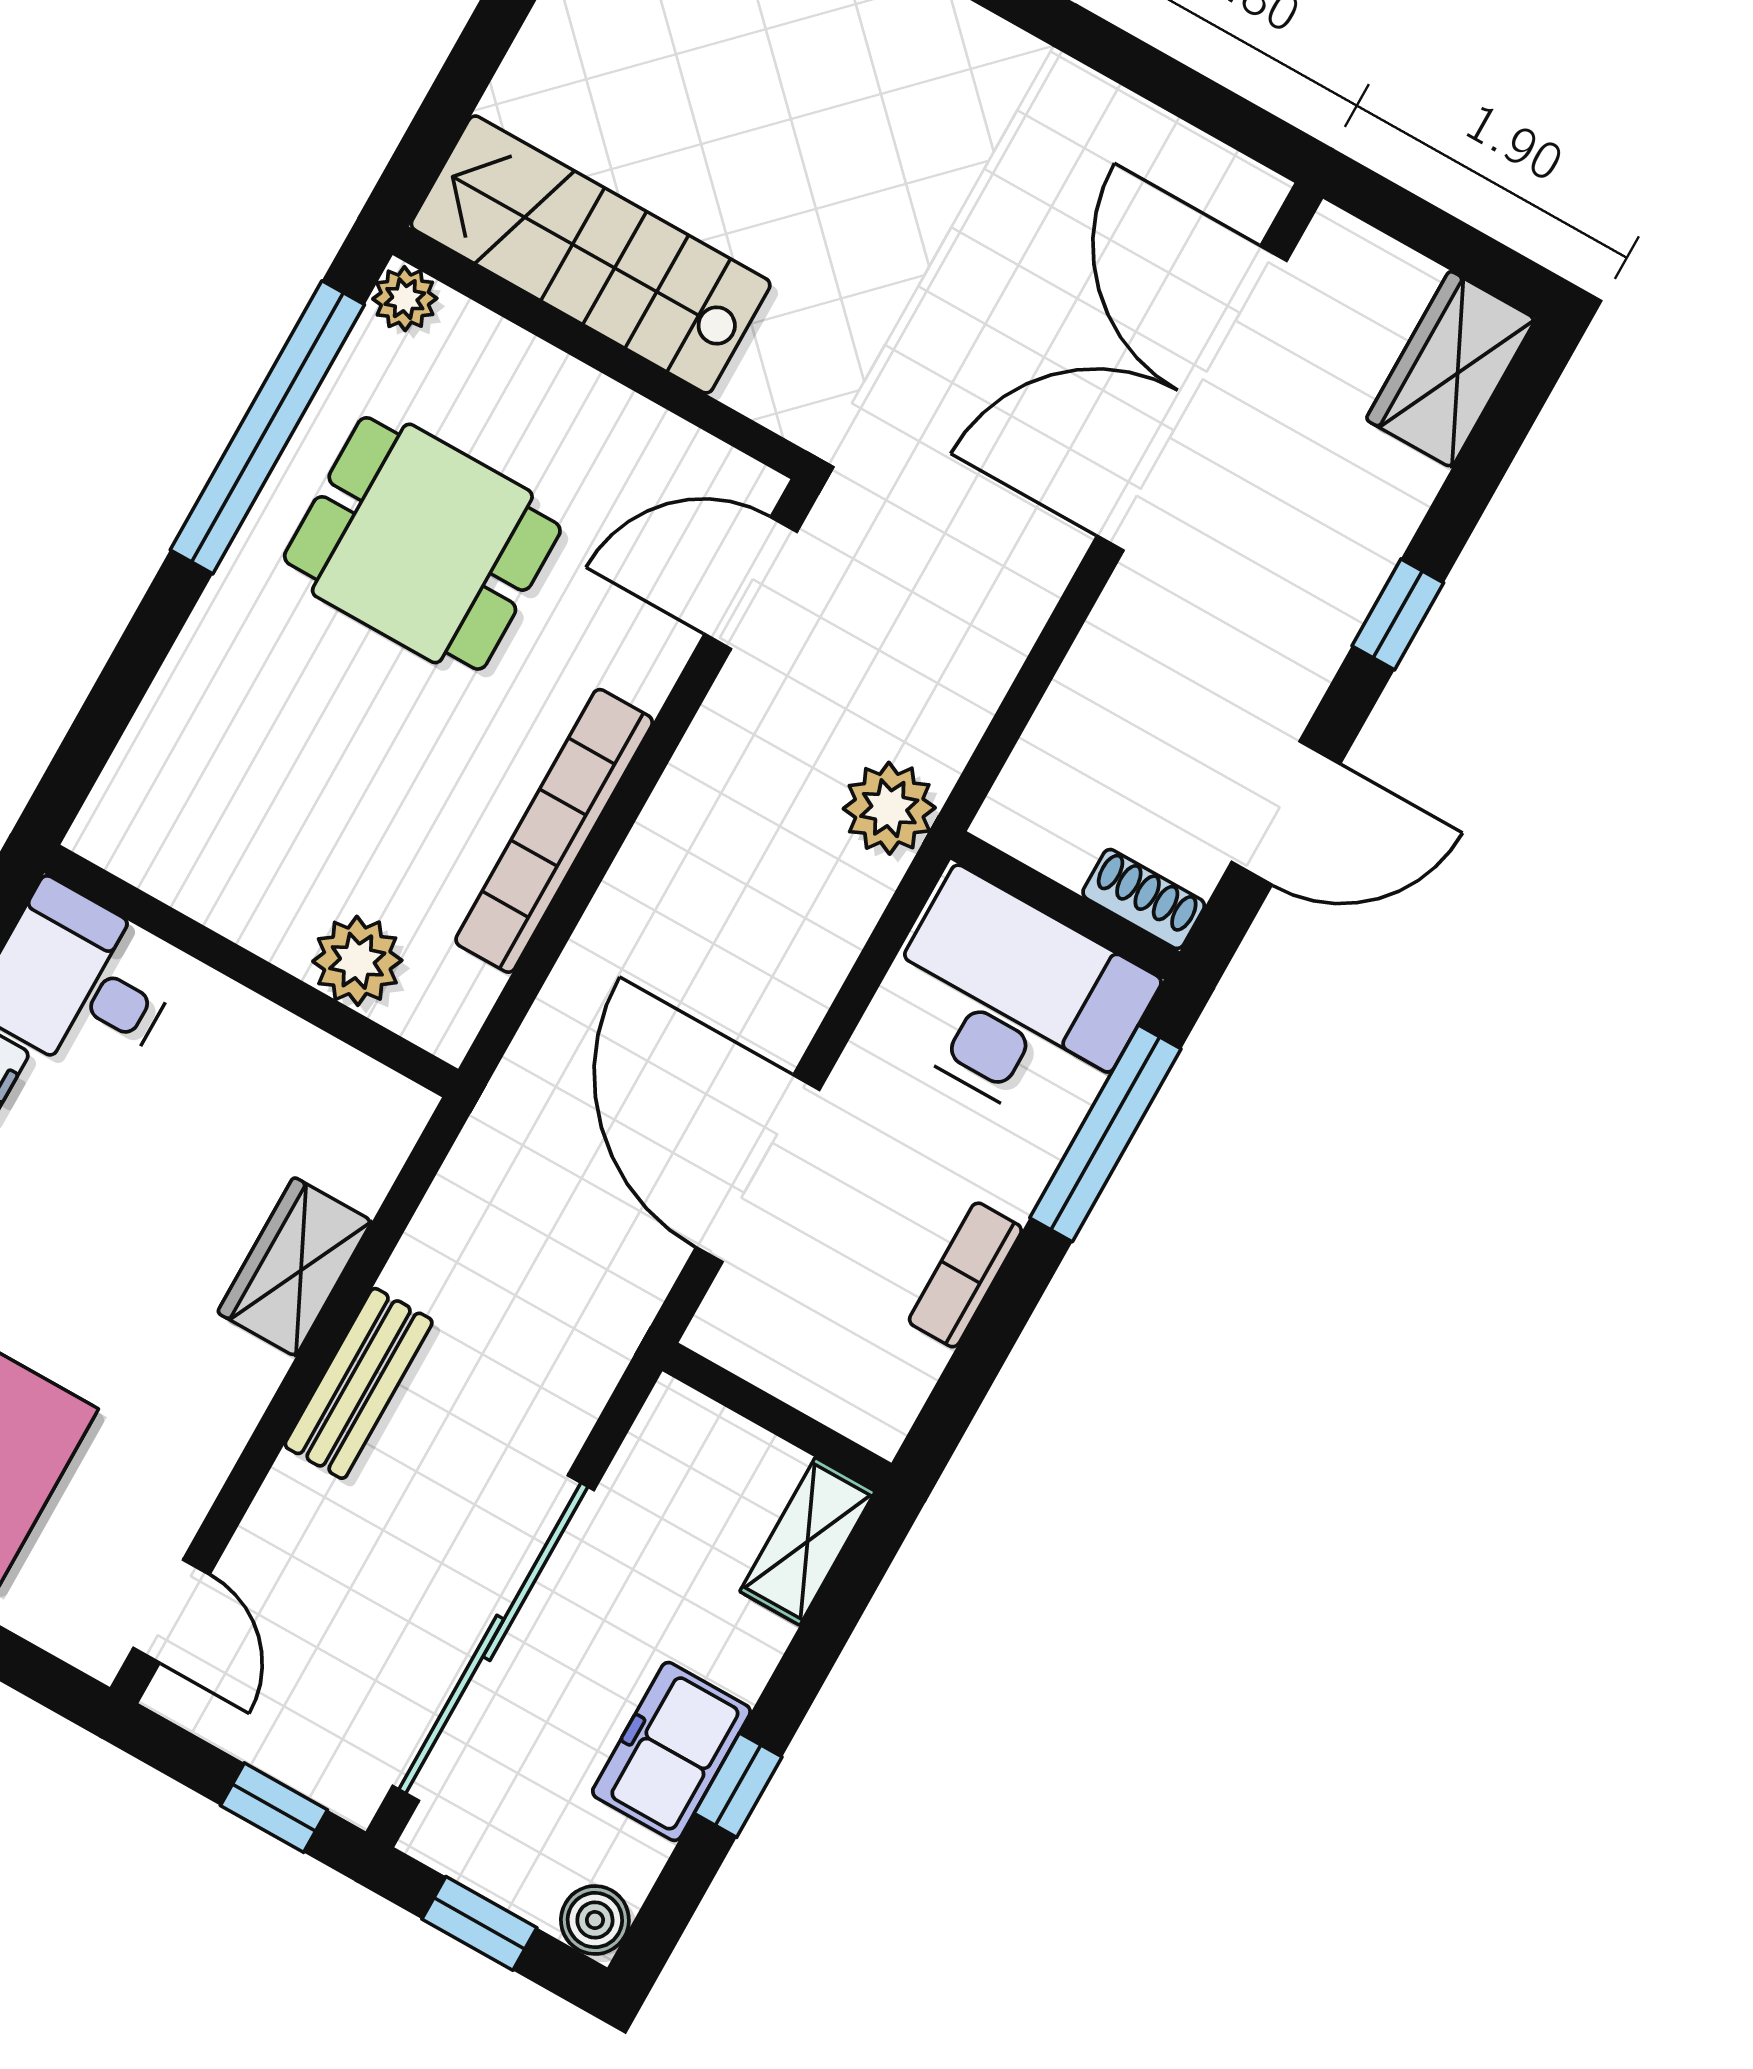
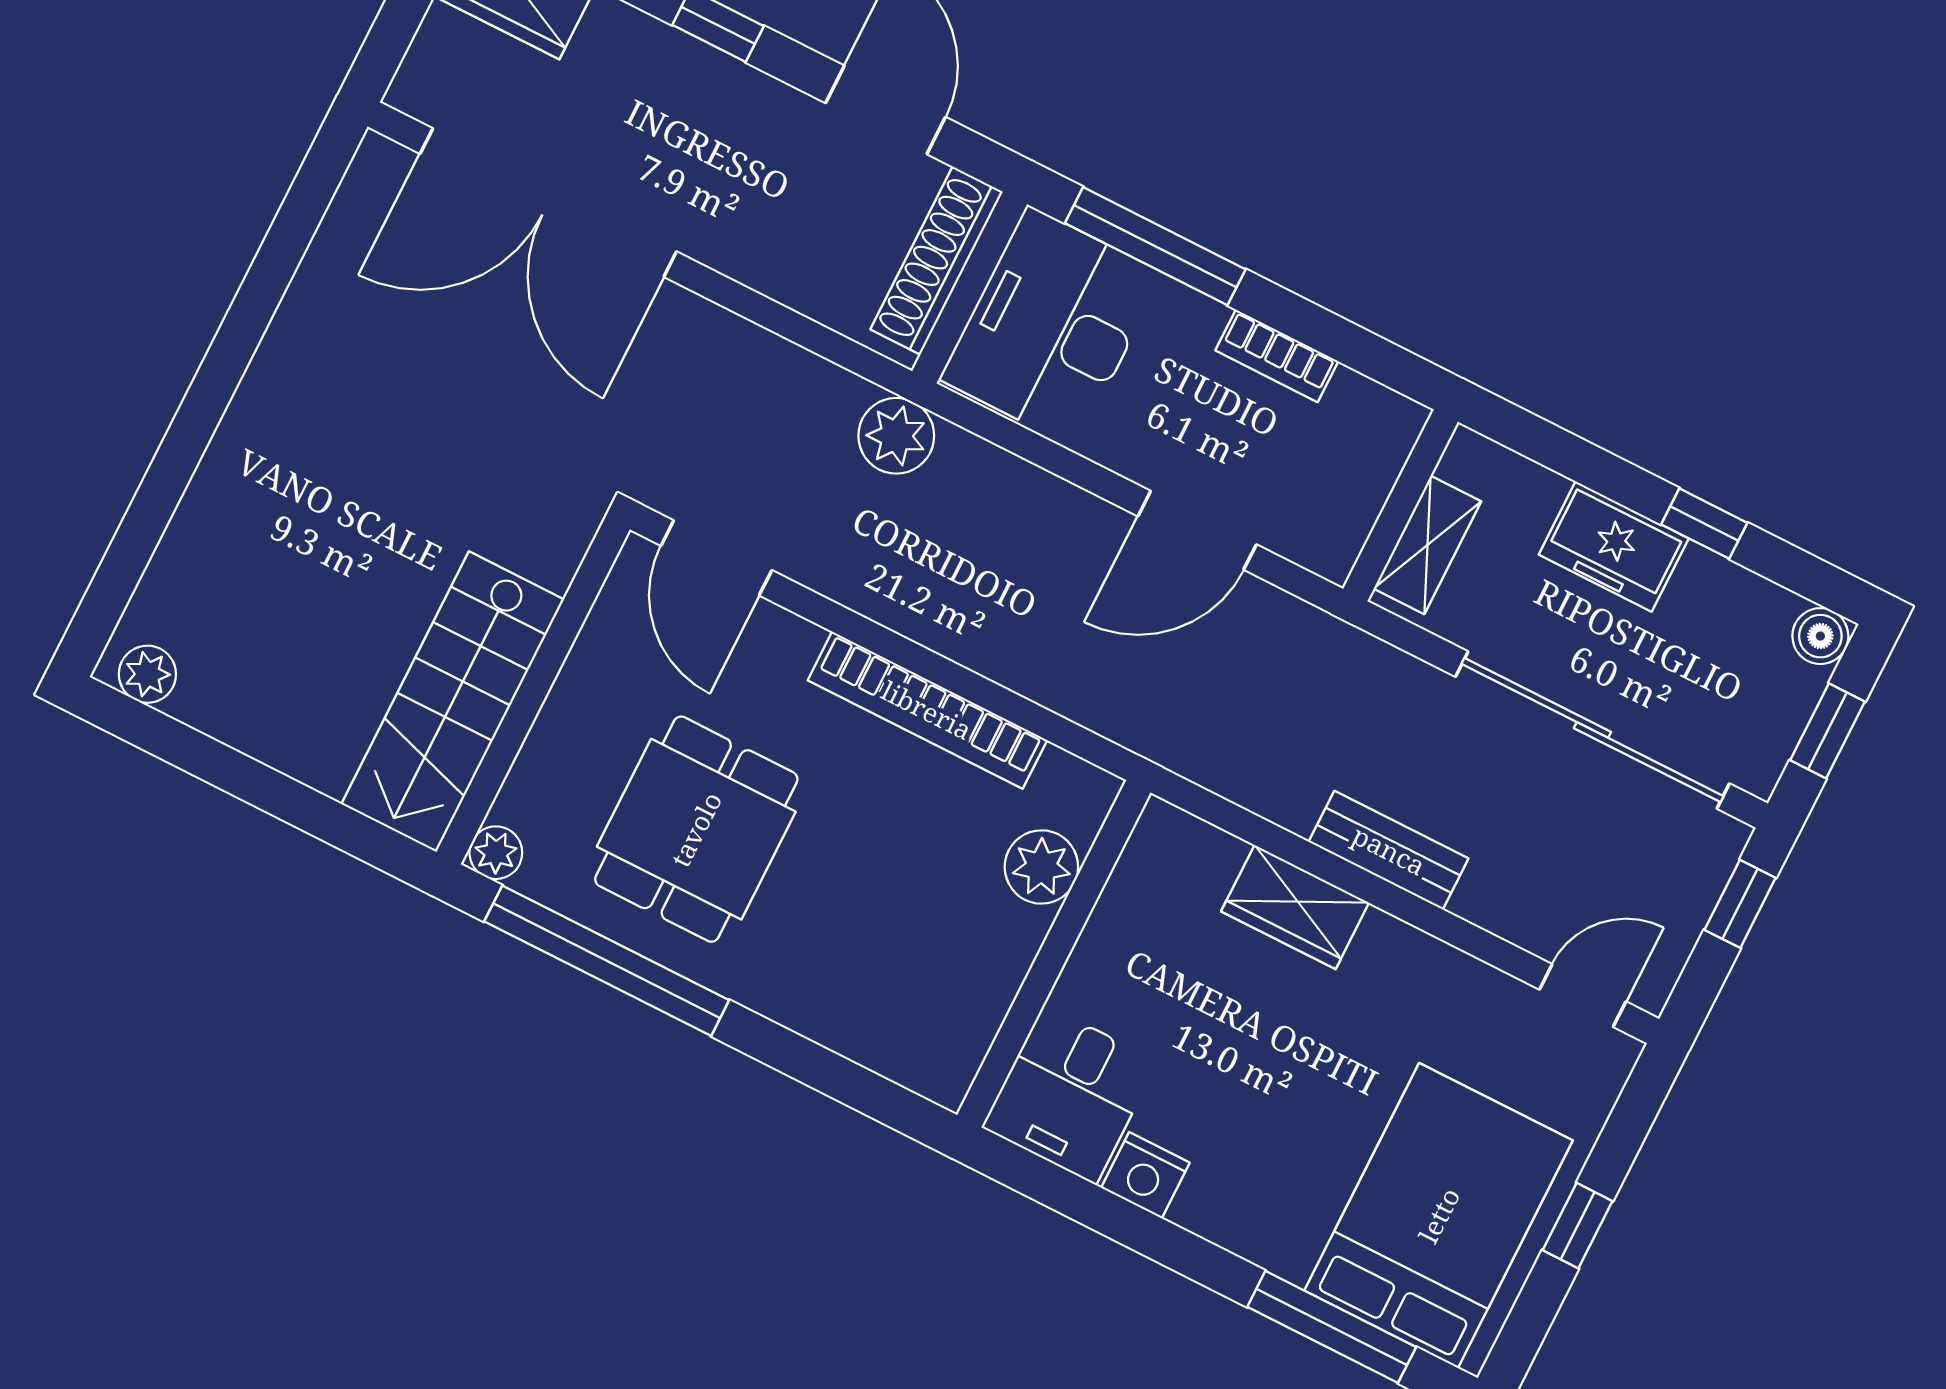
shoe rack: (1144, 899) -> (937, 261), width x1.94, depth x1.24
door: (758, 1169) -> (1197, 530), width x0.73
shelving: (808, 1541) -> (1427, 545), moved, turned 90
freezer: (671, 1751) -> (1614, 546), moved

